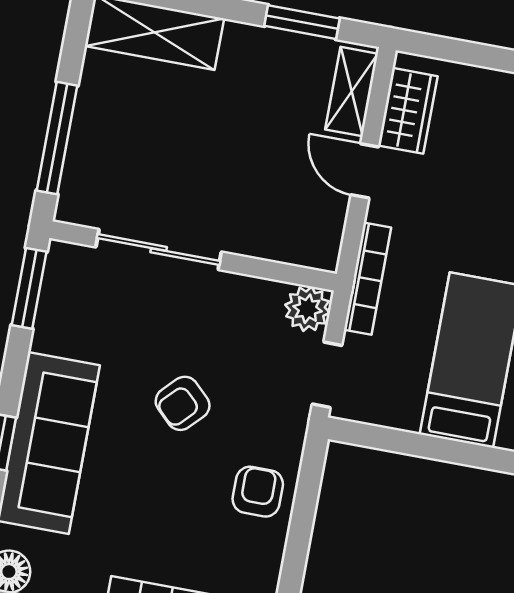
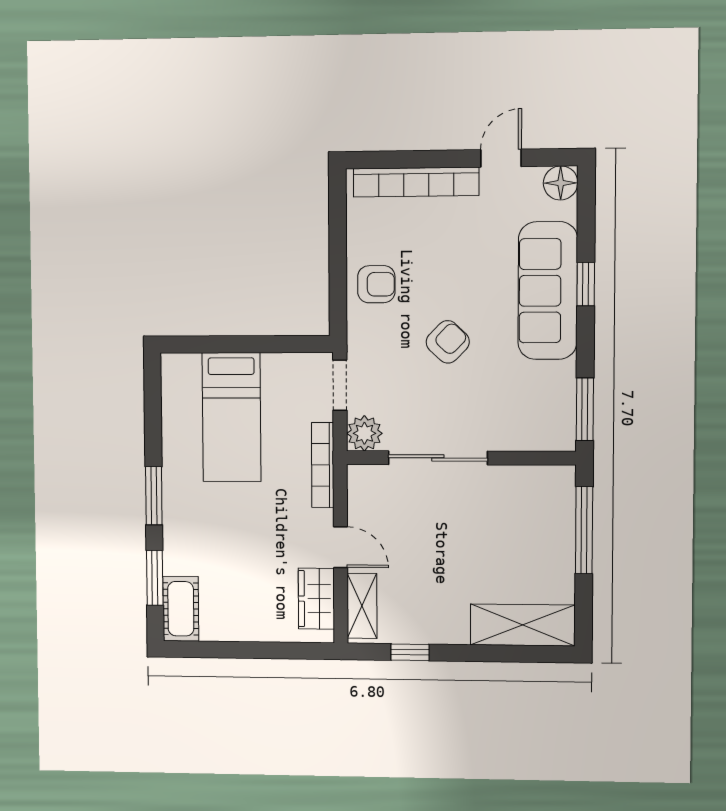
window: (302, 22) -> (410, 652), width x0.67
sliding door: (159, 250) -> (438, 458), moved
armchair: (258, 492) -> (376, 284), turned -90

